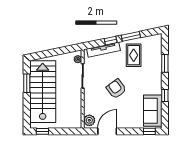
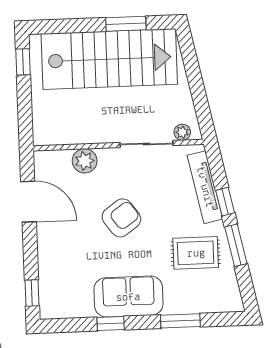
sofa: (153, 111) -> (128, 297), moved
plant: (89, 120) -> (85, 161), moved

